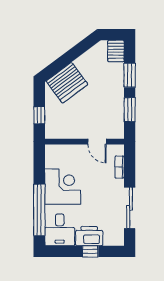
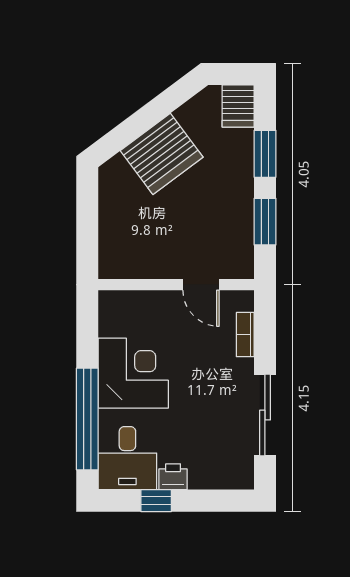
server rack: (67, 83) -> (162, 154), moved
window: (39, 115) -> (87, 233), removed
printer: (89, 236) -> (173, 477), width x0.53, depth x0.68
window: (90, 251) -> (156, 501), moved

